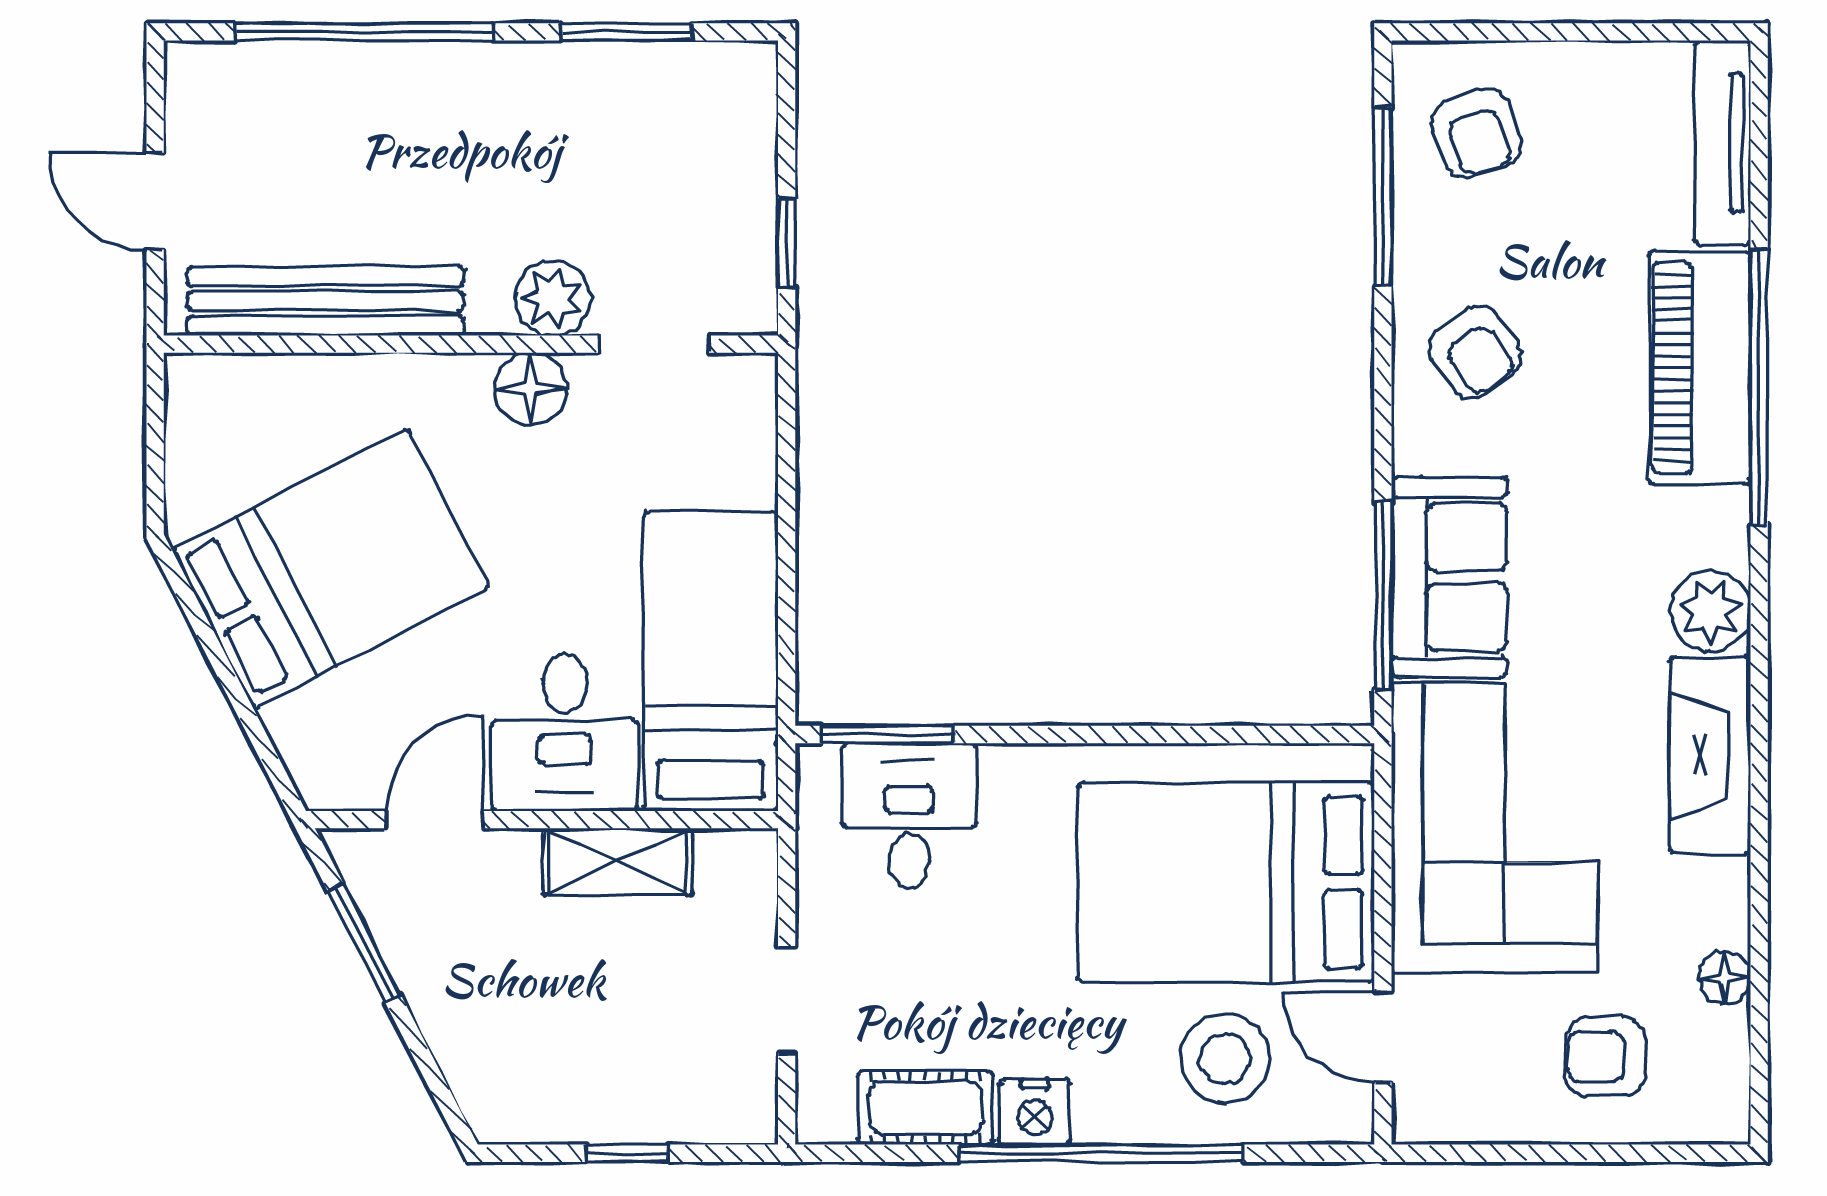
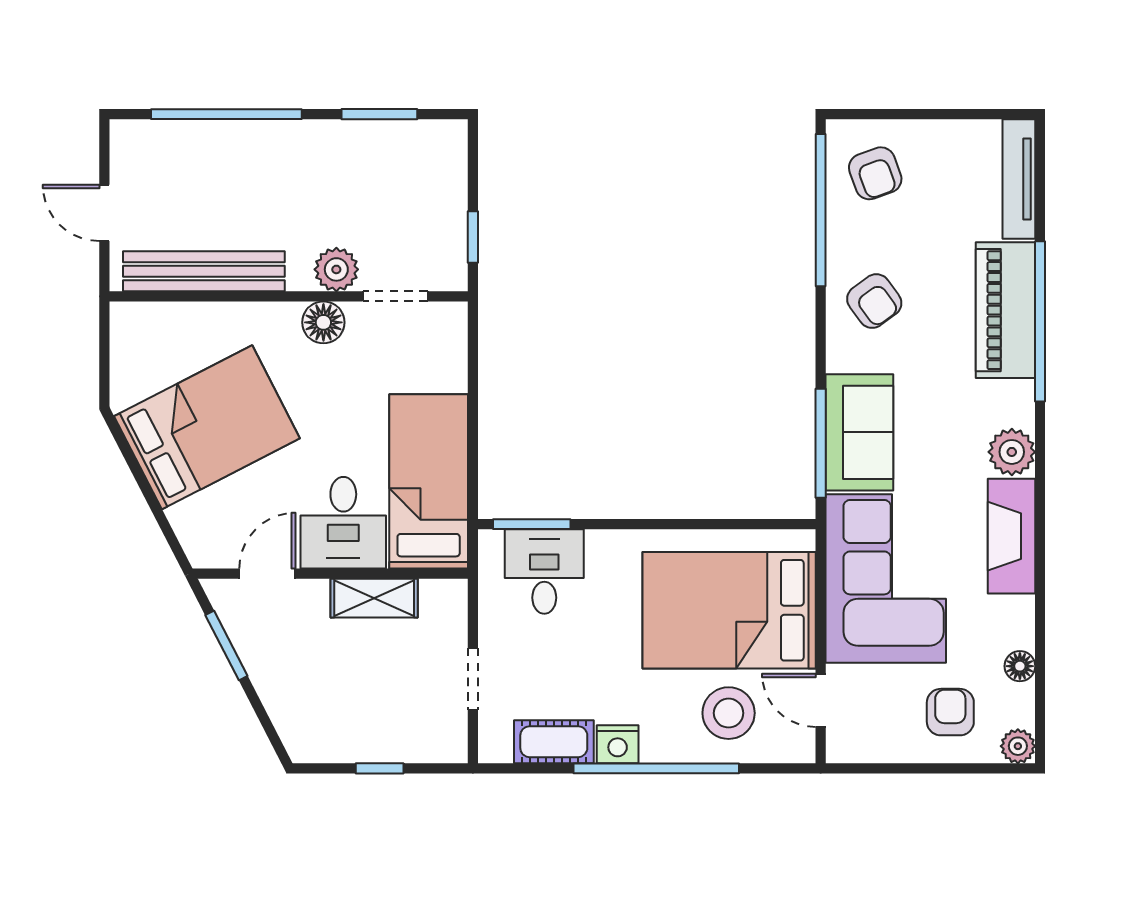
window: (1383, 196) -> (821, 210), width x1.46
armchair: (1605, 1057) -> (950, 712), turned 90
plant: (1721, 1115) -> (1018, 746), added

